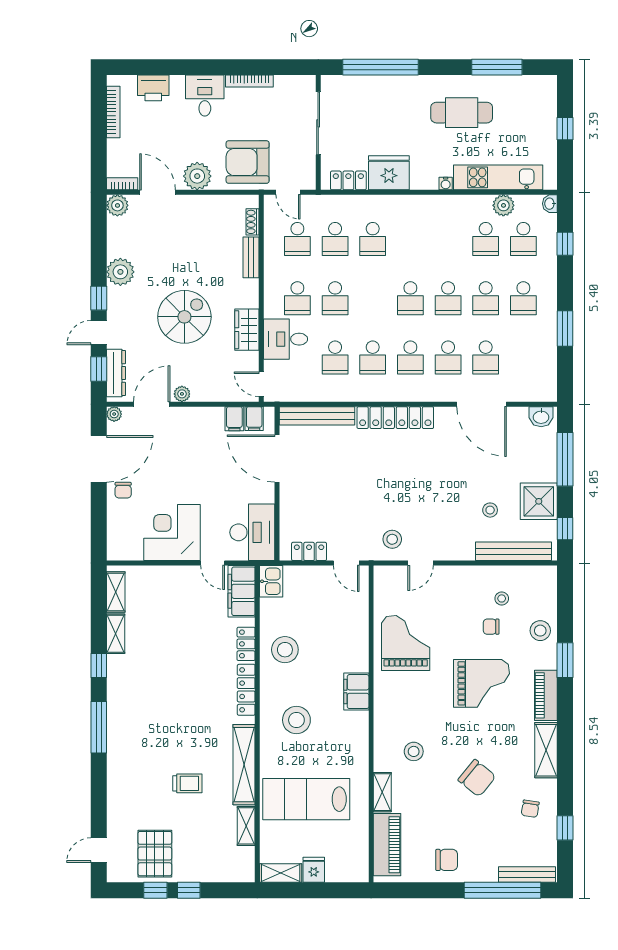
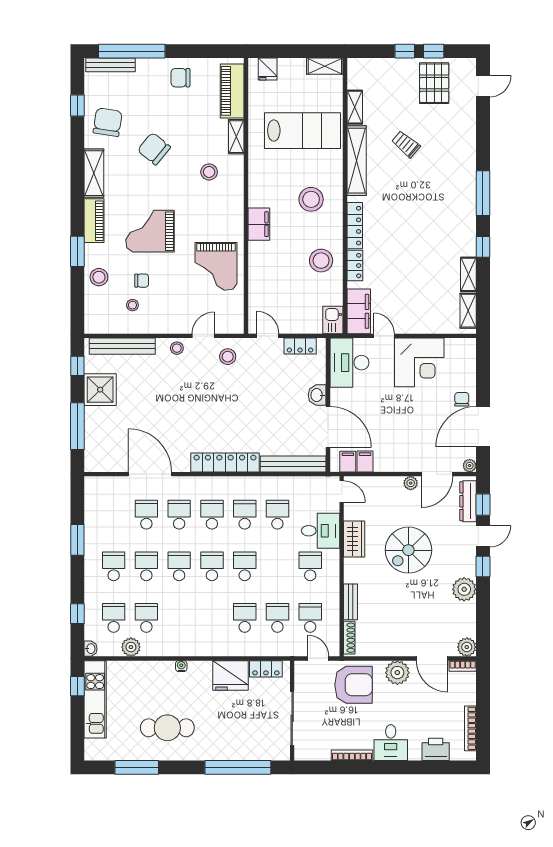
window: (565, 129) -> (77, 686), moved
kitchen unit: (498, 177) -> (95, 699), moved, turned -90
shoe rack: (252, 222) -> (349, 638), width x1.43
school desk: (335, 298) -> (245, 566), moved
washbasin: (541, 417) -> (317, 395), moved, turned -90
stool: (490, 510) -> (177, 348), moved
trolley: (187, 783) -> (406, 144), turned 40
chair: (530, 809) -> (108, 122), width x1.87, depth x1.87
fridge: (314, 870) -> (268, 69), moved

